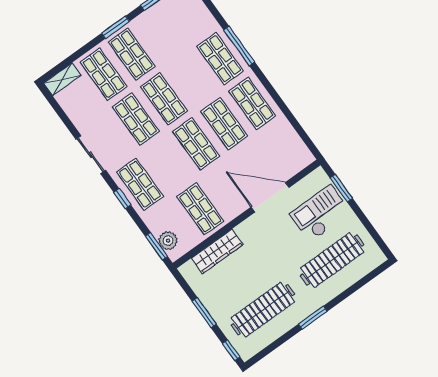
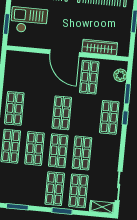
window: (116, 27) -> (62, 211), moved
shop shelf: (224, 124) -> (35, 148), moved
sliding door: (91, 155) -> (119, 186), moved
door: (270, 197) -> (64, 53), moved
checkout: (320, 213) -> (29, 20), turned 180
window: (156, 246) -> (127, 94), moved

